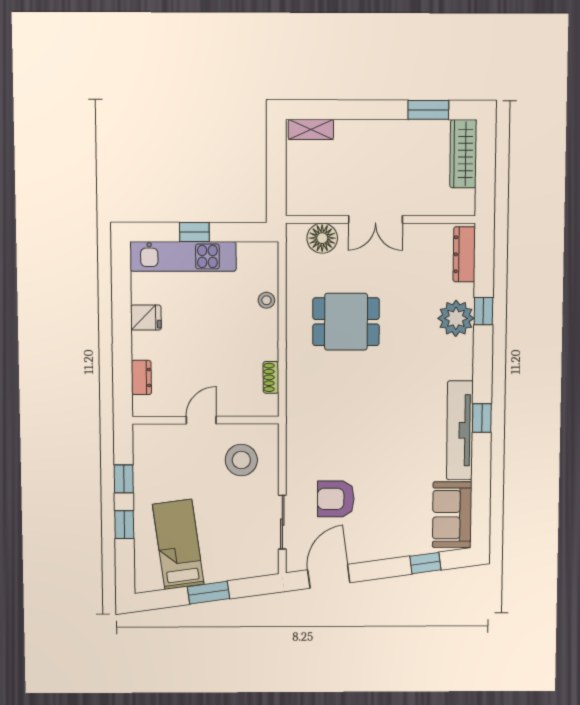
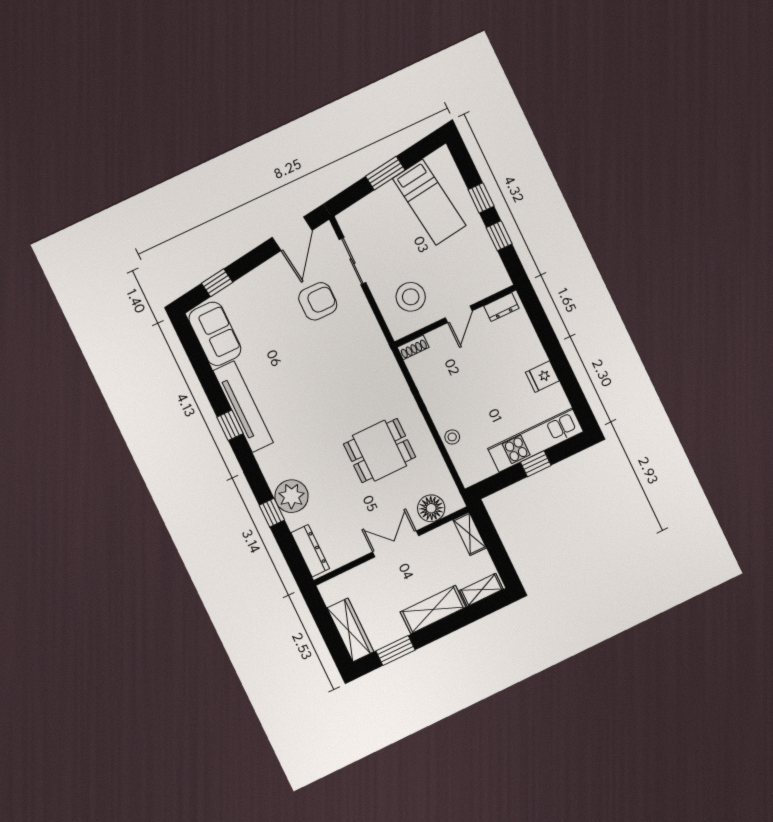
shelving: (370, 133) -> (433, 610), added
shelving: (296, 193) -> (470, 534), added
shoe rack: (271, 377) -> (413, 347), moved, turned 90
dresser: (141, 378) -> (501, 307), moved, turned -90

